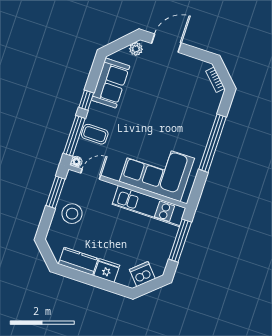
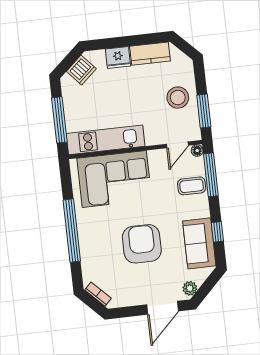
window: (86, 100) -> (217, 232), moved
armchair: (159, 105) -> (142, 244), added

